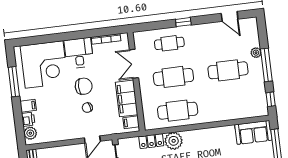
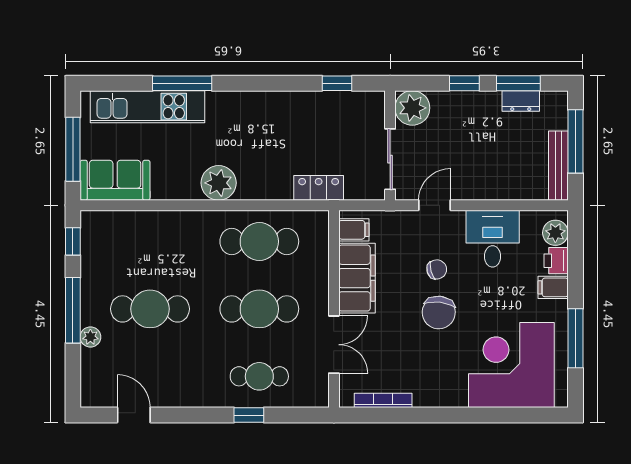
window: (183, 22) -> (249, 415), moved
desk: (79, 53) -> (493, 239), moved, turned 180
chair: (84, 86) -> (439, 313), turned -83
plant: (174, 141) -> (219, 183), moved

